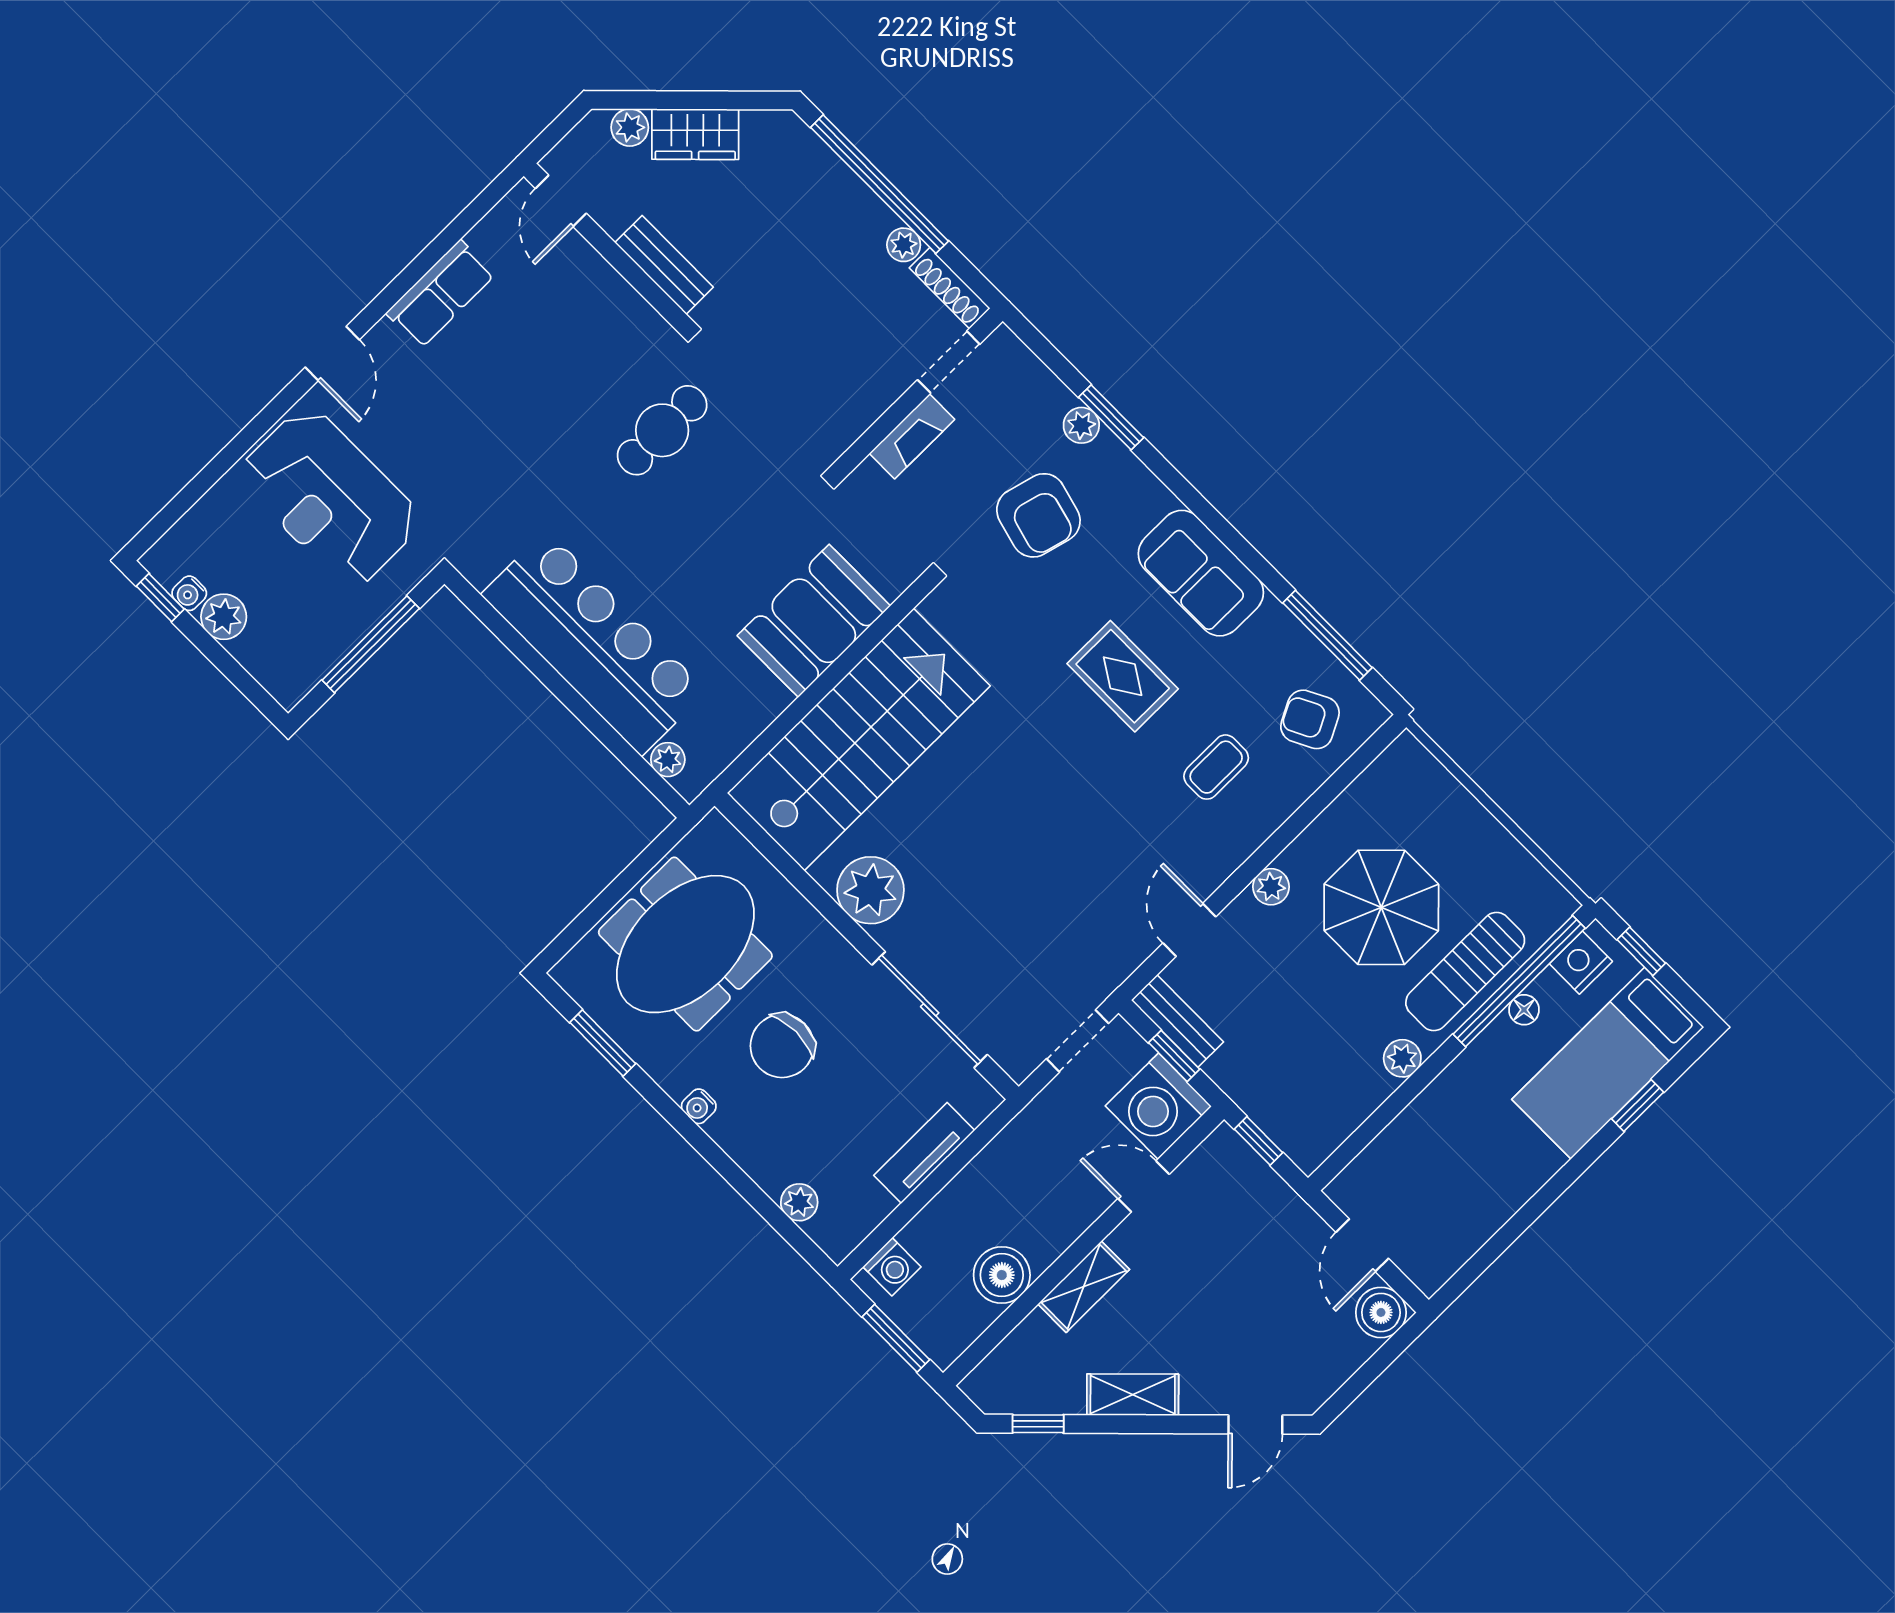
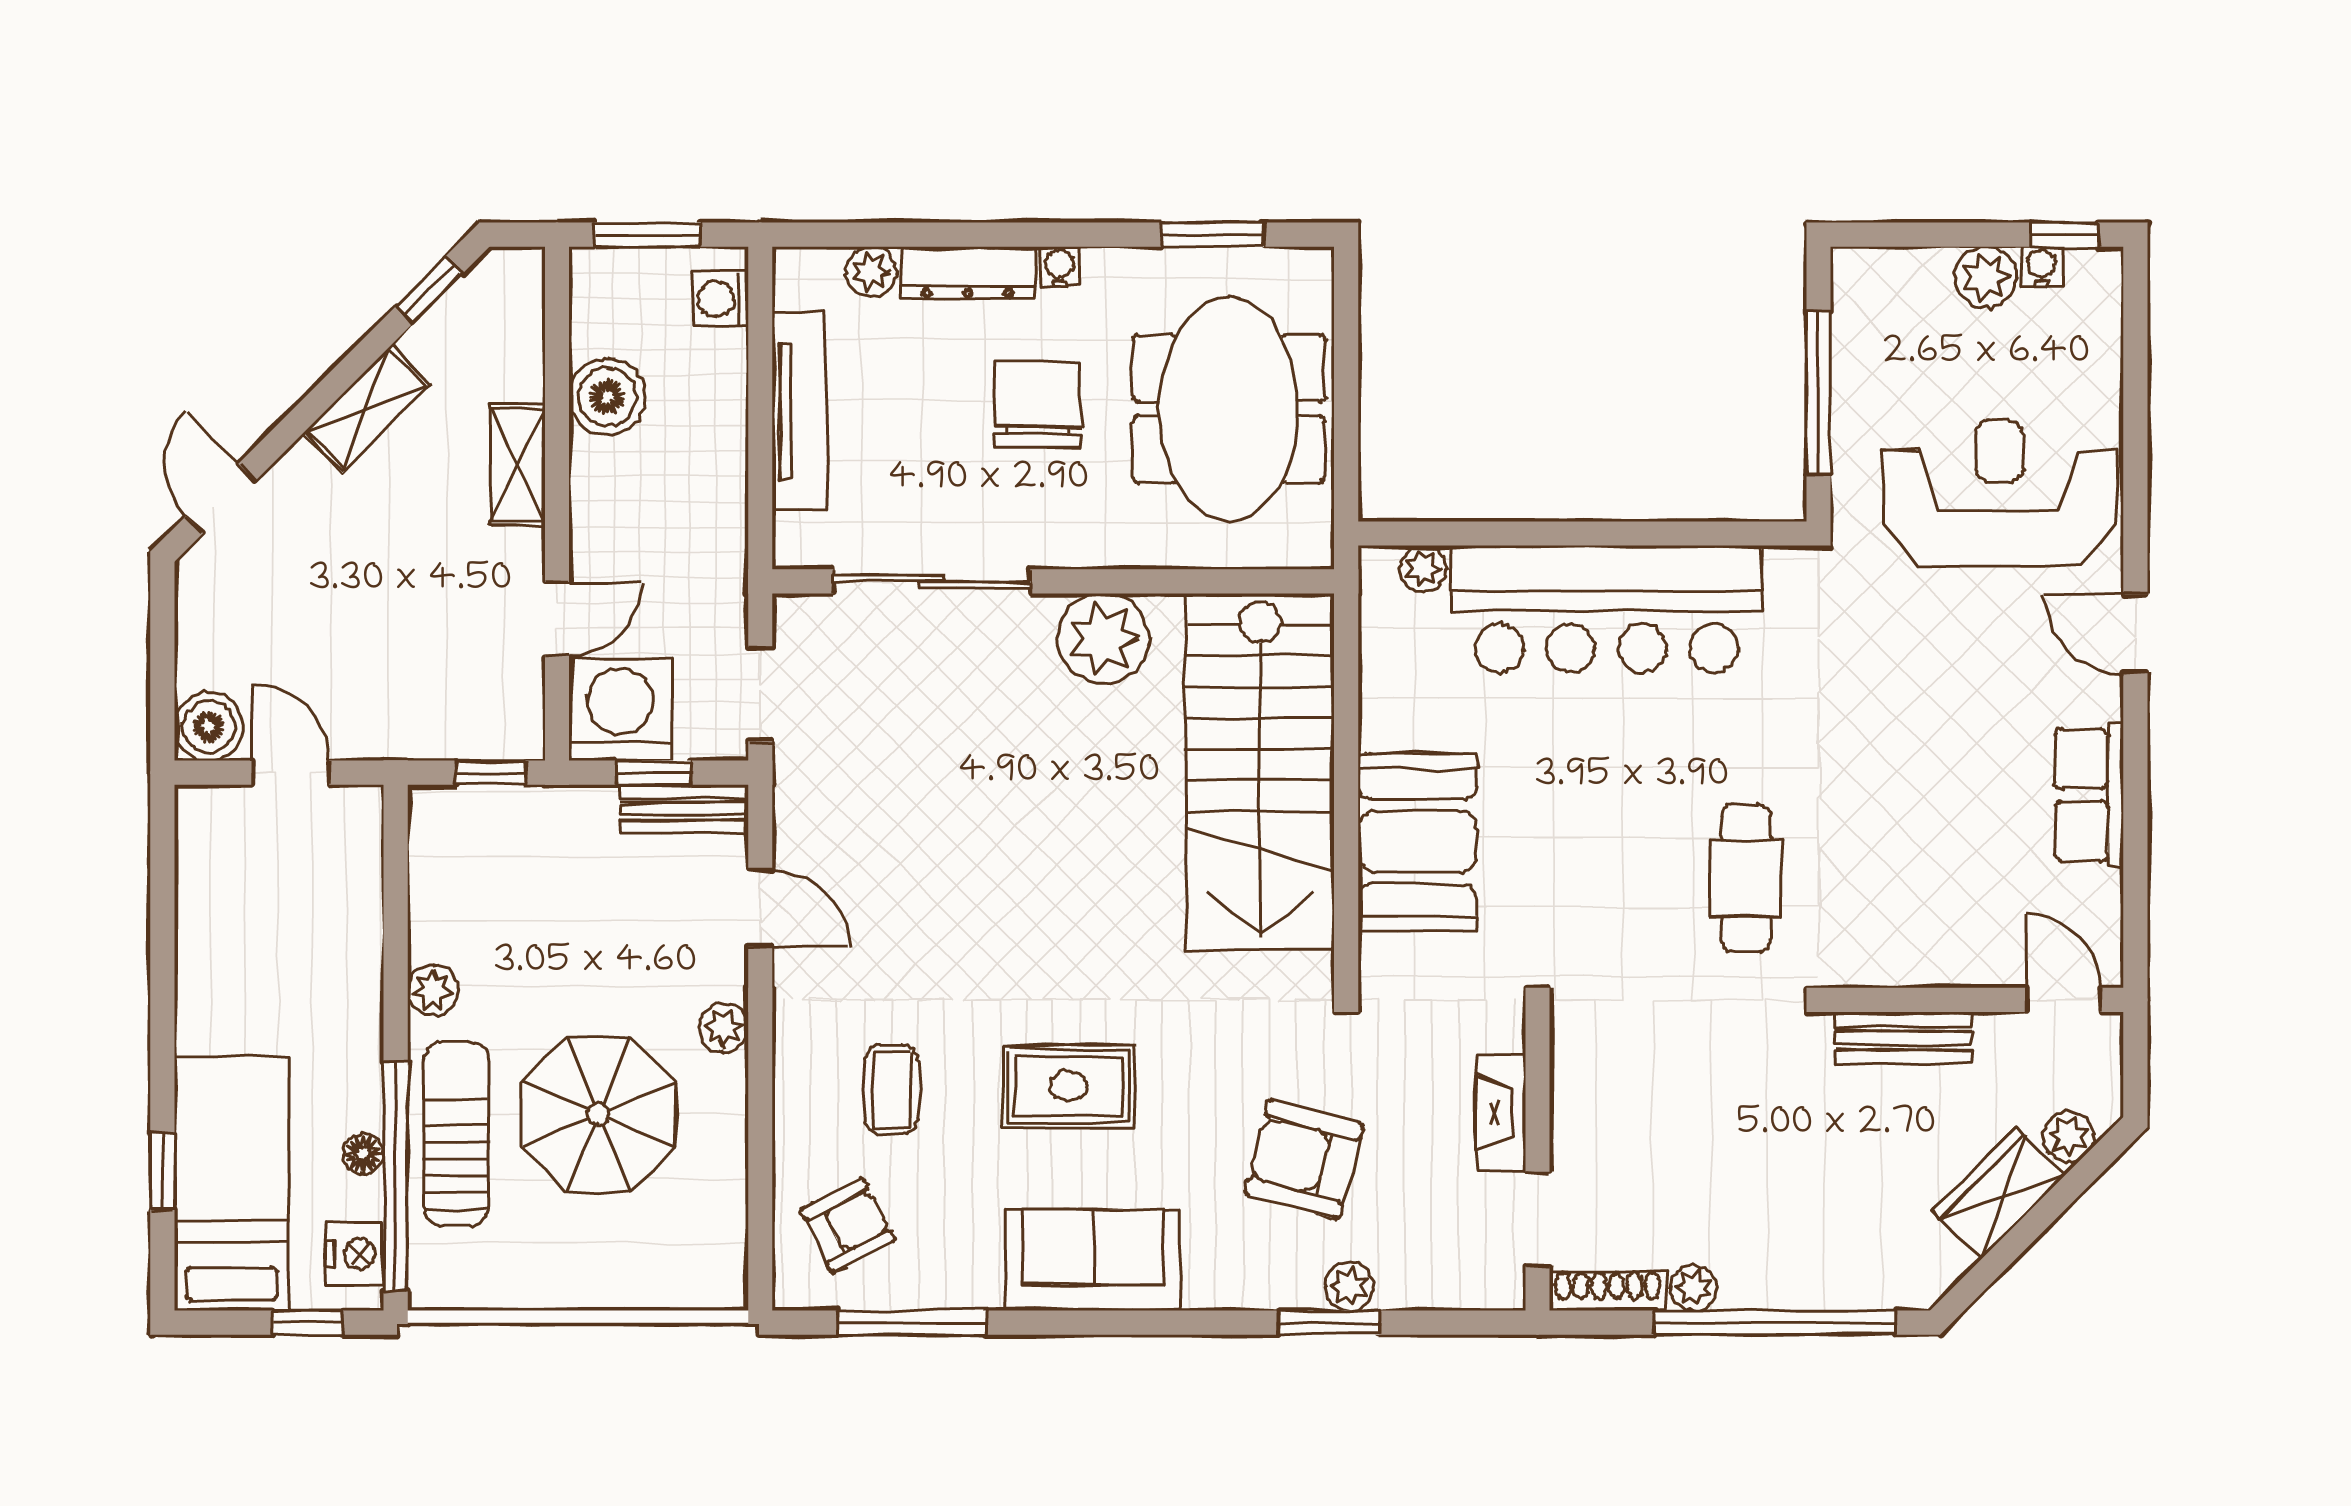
dresser: (750, 1151) -> (968, 273), added
tv unit: (924, 1153) -> (799, 411), width x1.41

